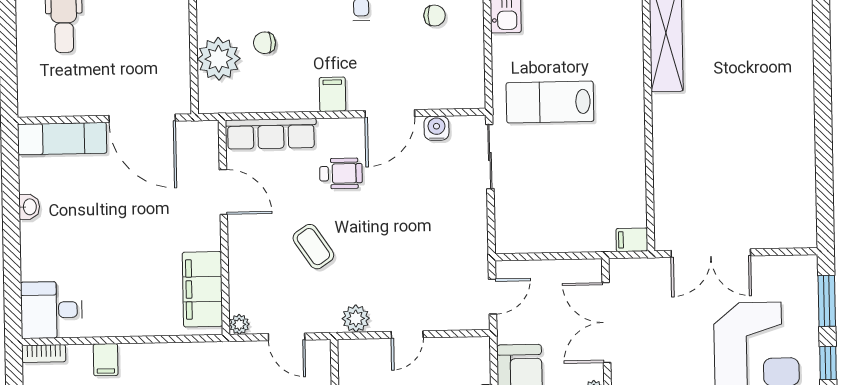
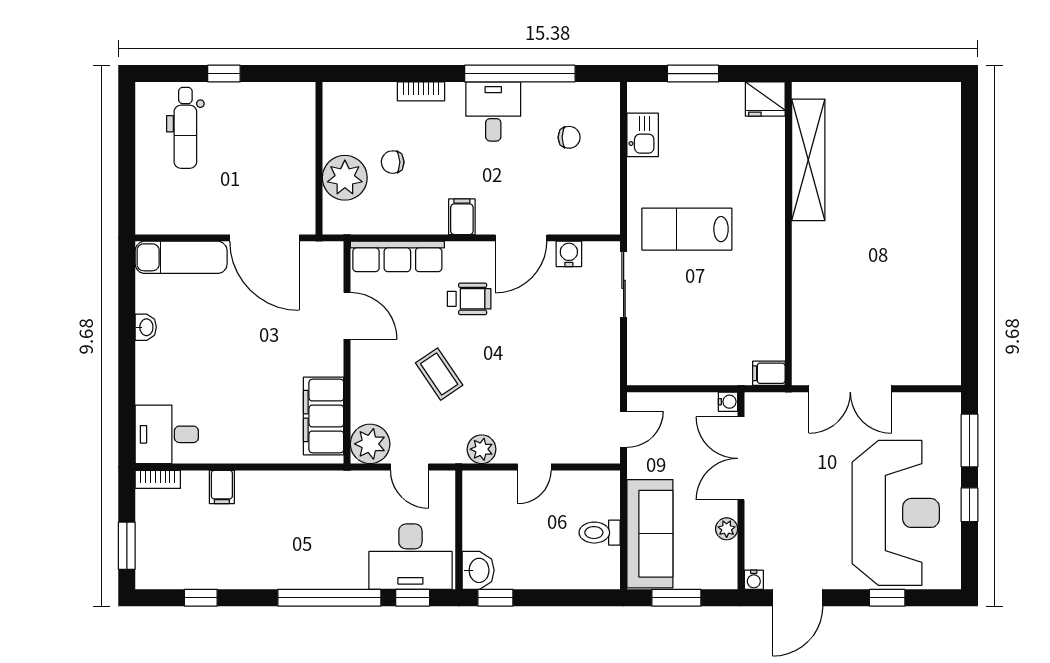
water cooler: (593, 268) -> (728, 402), added
plant: (239, 324) -> (370, 444), width x1.88, depth x1.88

